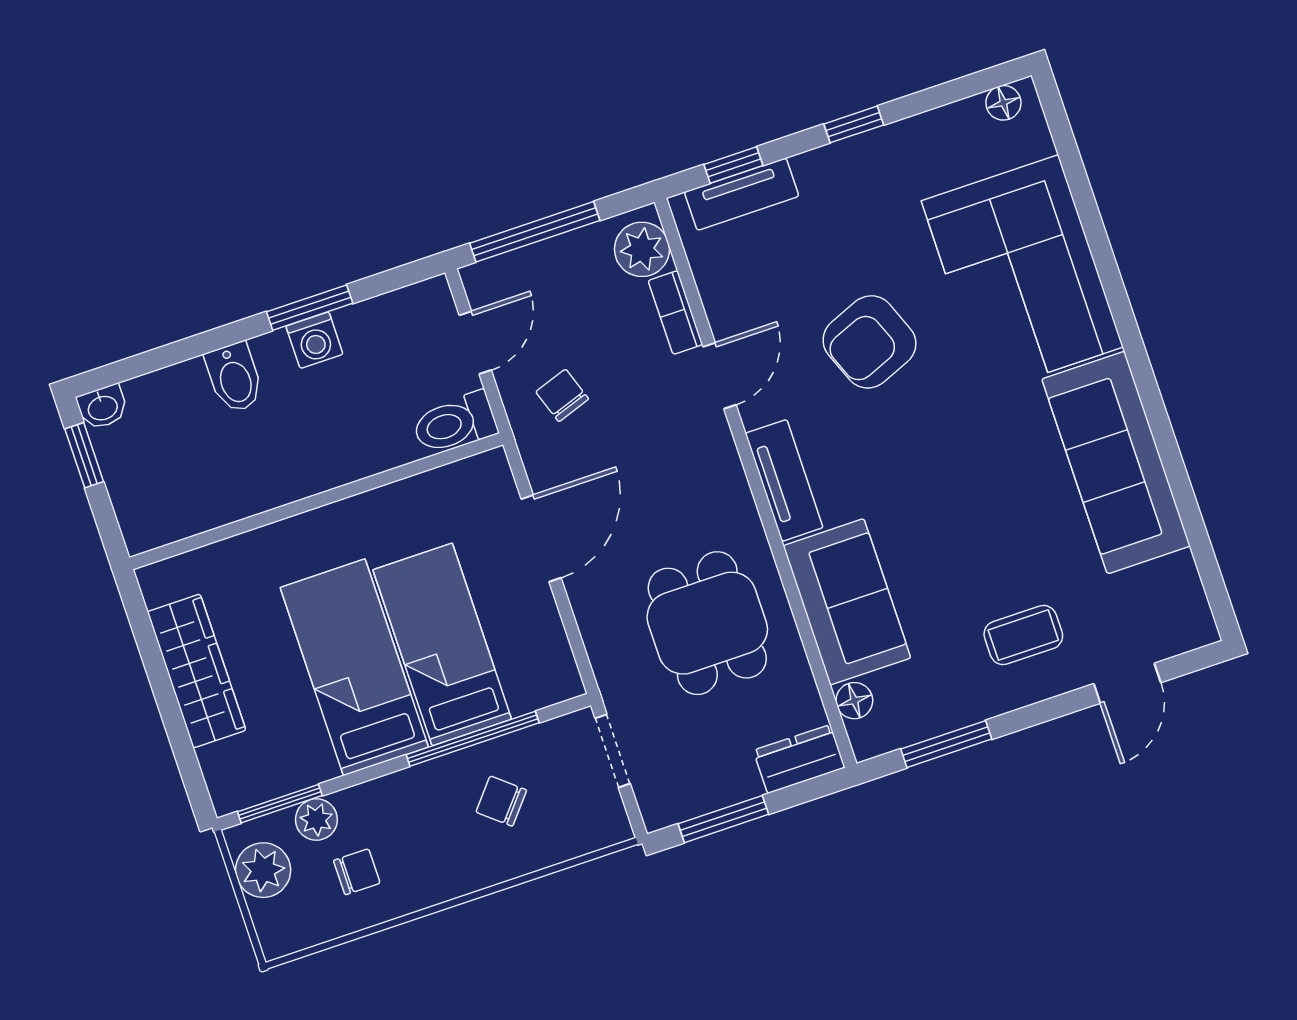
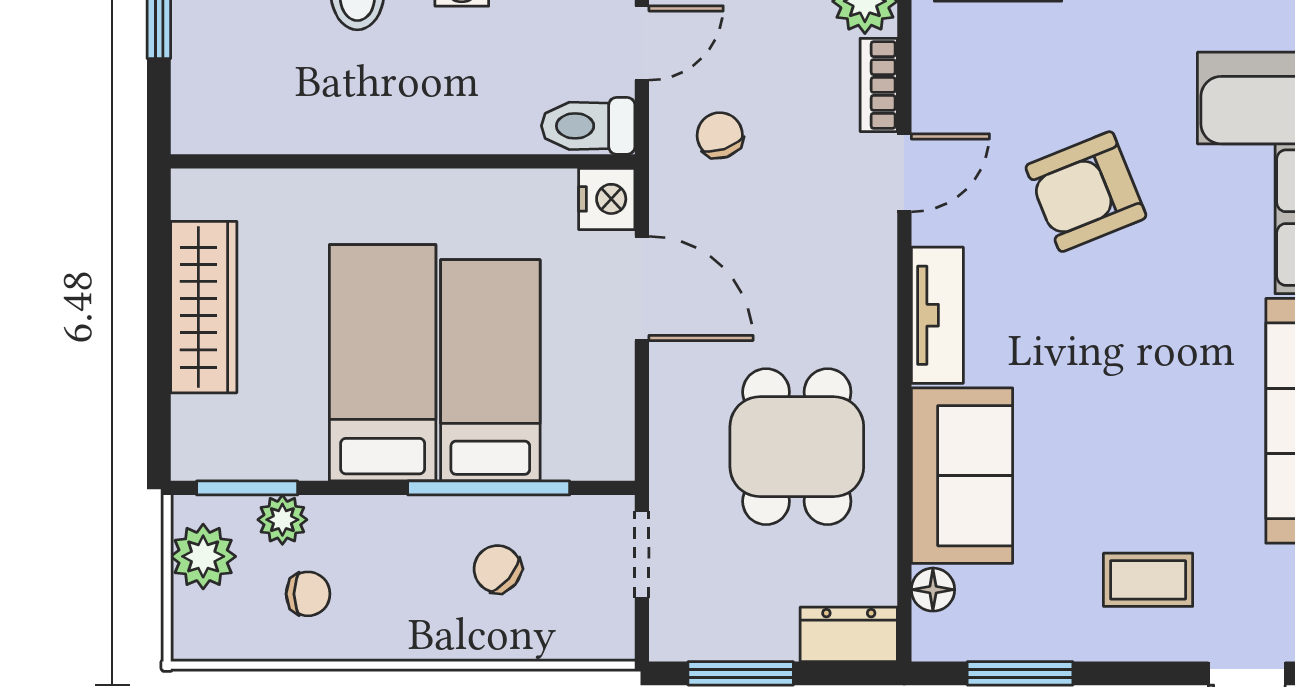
nightstand: (489, 476) -> (607, 199), added
door: (541, 538) -> (642, 288), hinge flipped

